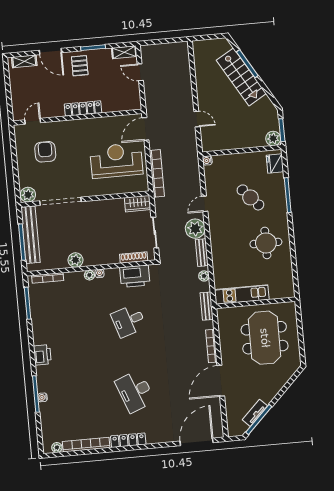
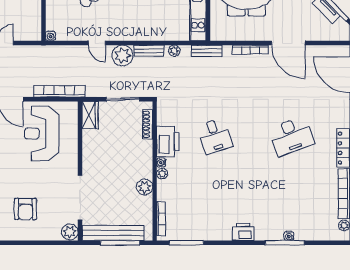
armchair: (45, 152) -> (25, 209), turned -90
printer: (135, 276) -> (168, 142), moved

